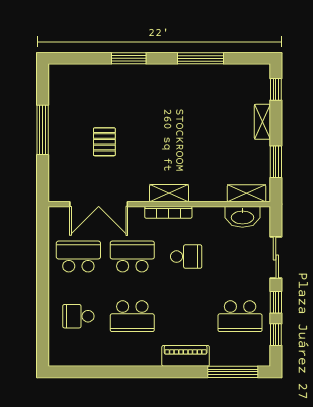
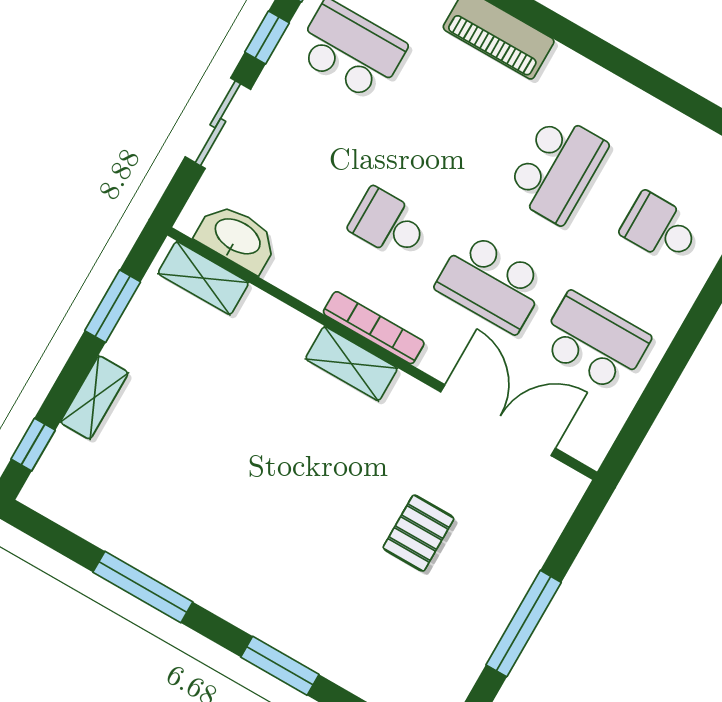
school desk: (78, 257) -> (594, 342), turned 180
school desk: (78, 316) -> (660, 228), turned 180
school desk: (132, 316) -> (557, 169), turned 90

